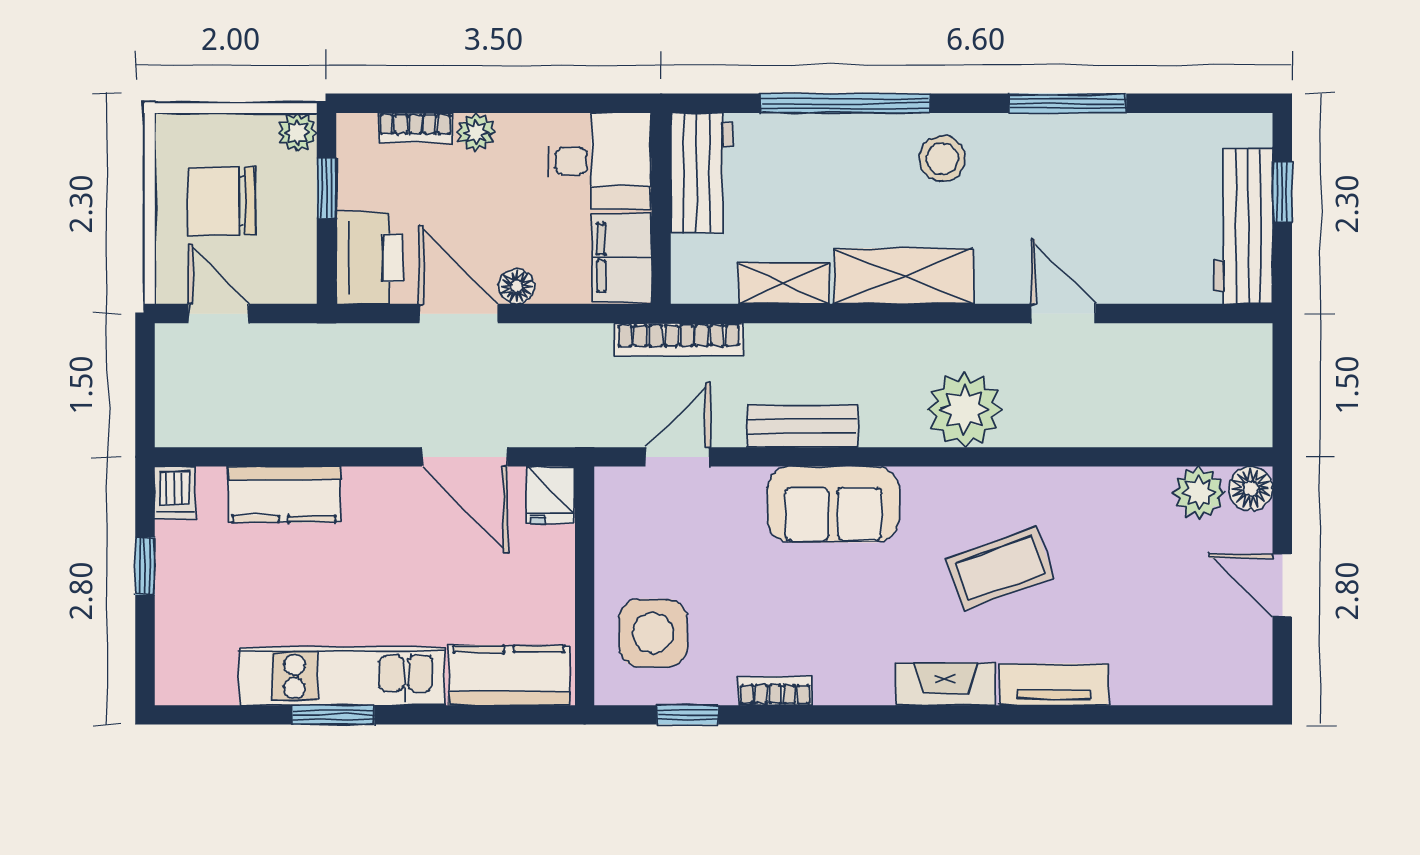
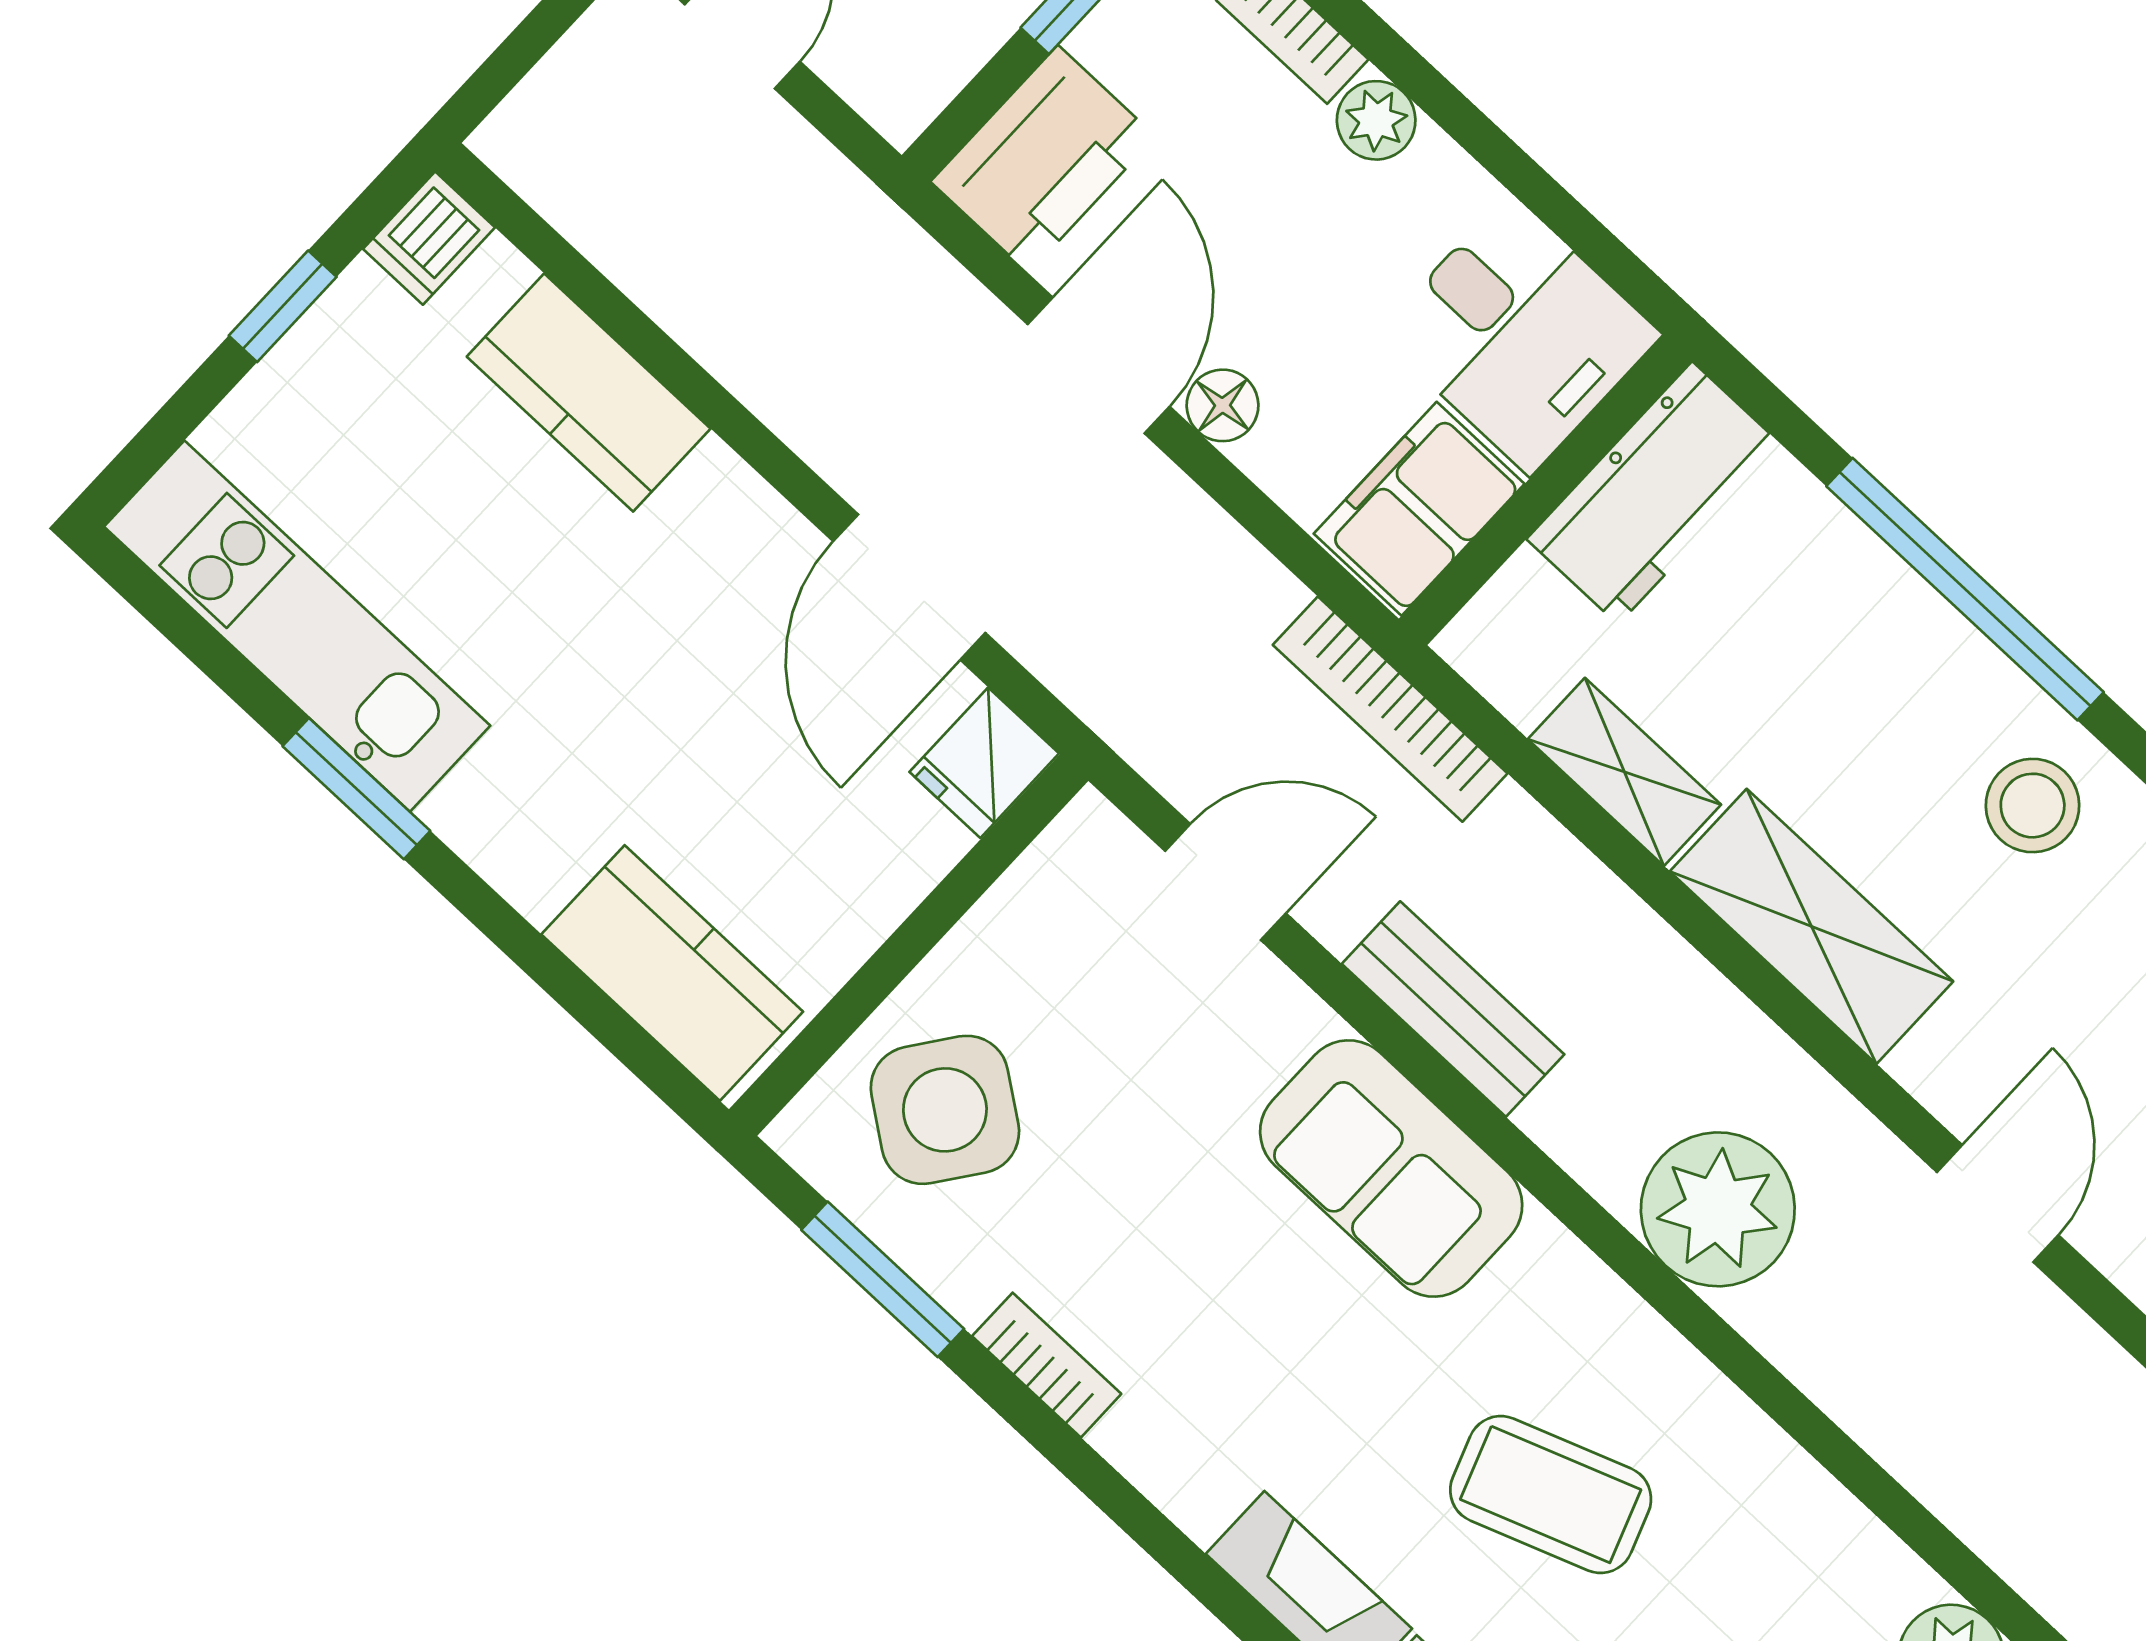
side table: (653, 633) -> (945, 1110), turned 36
kitchen unit: (342, 676) -> (297, 626), moved
window: (687, 715) -> (883, 1279), width x1.50

